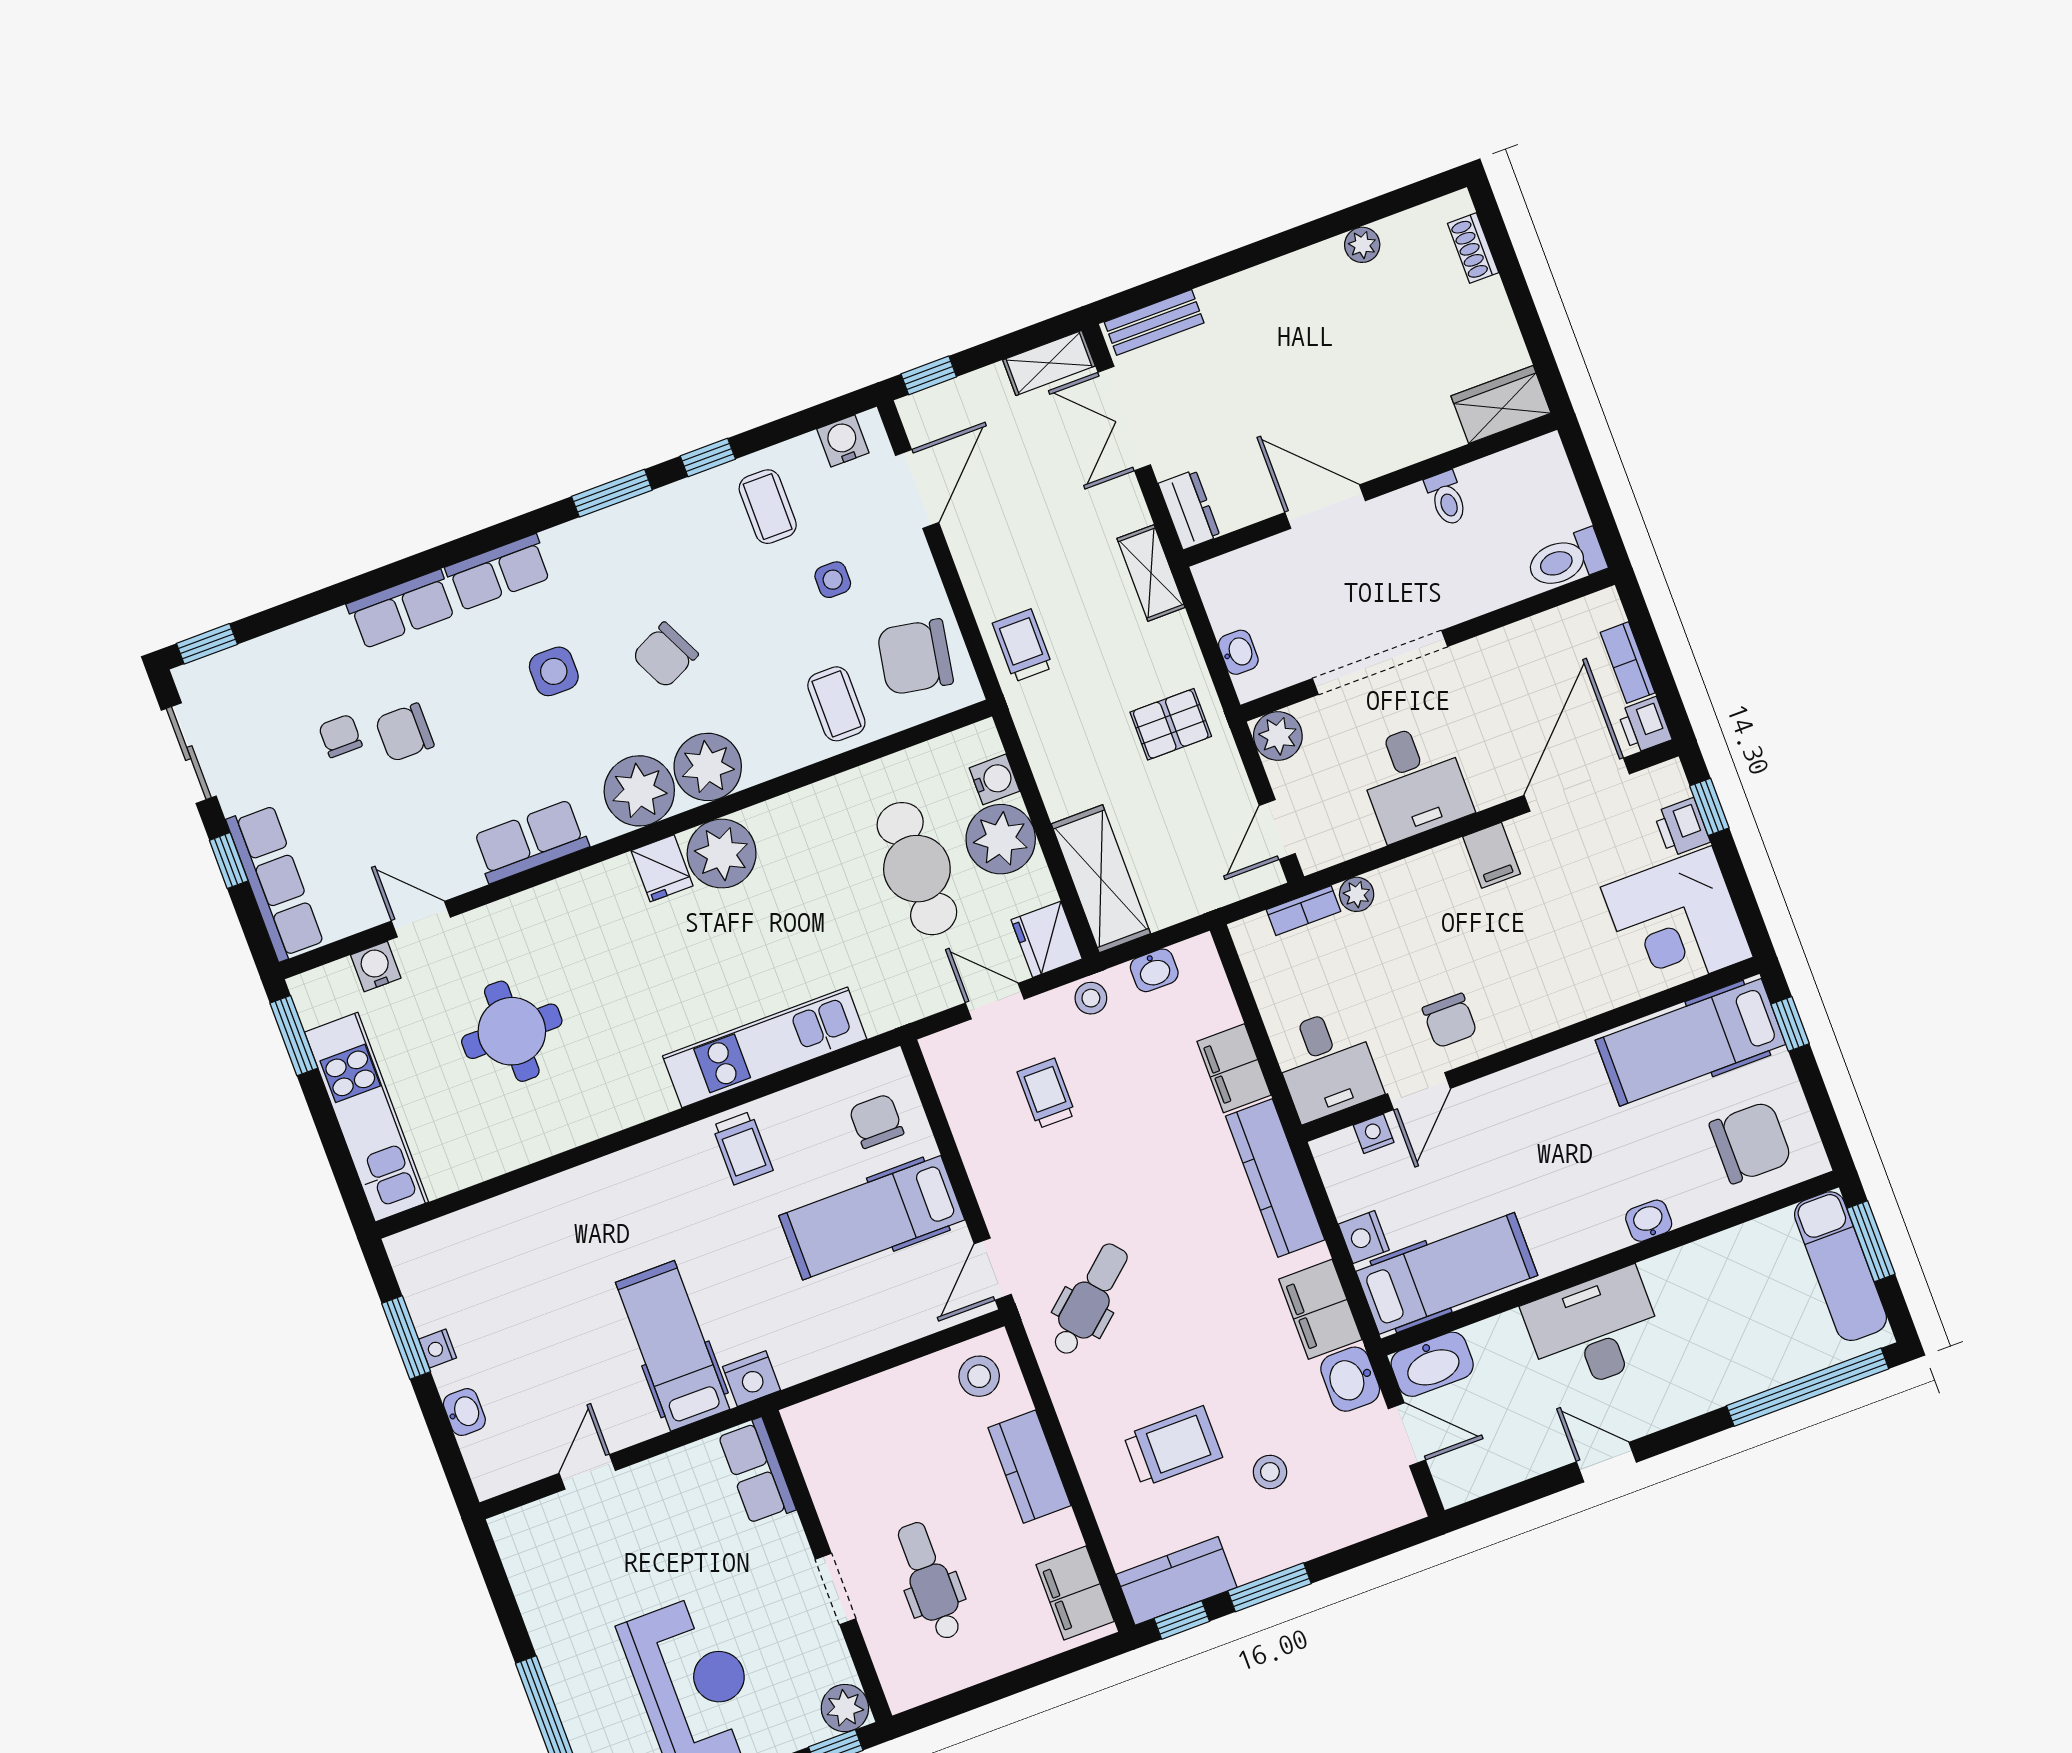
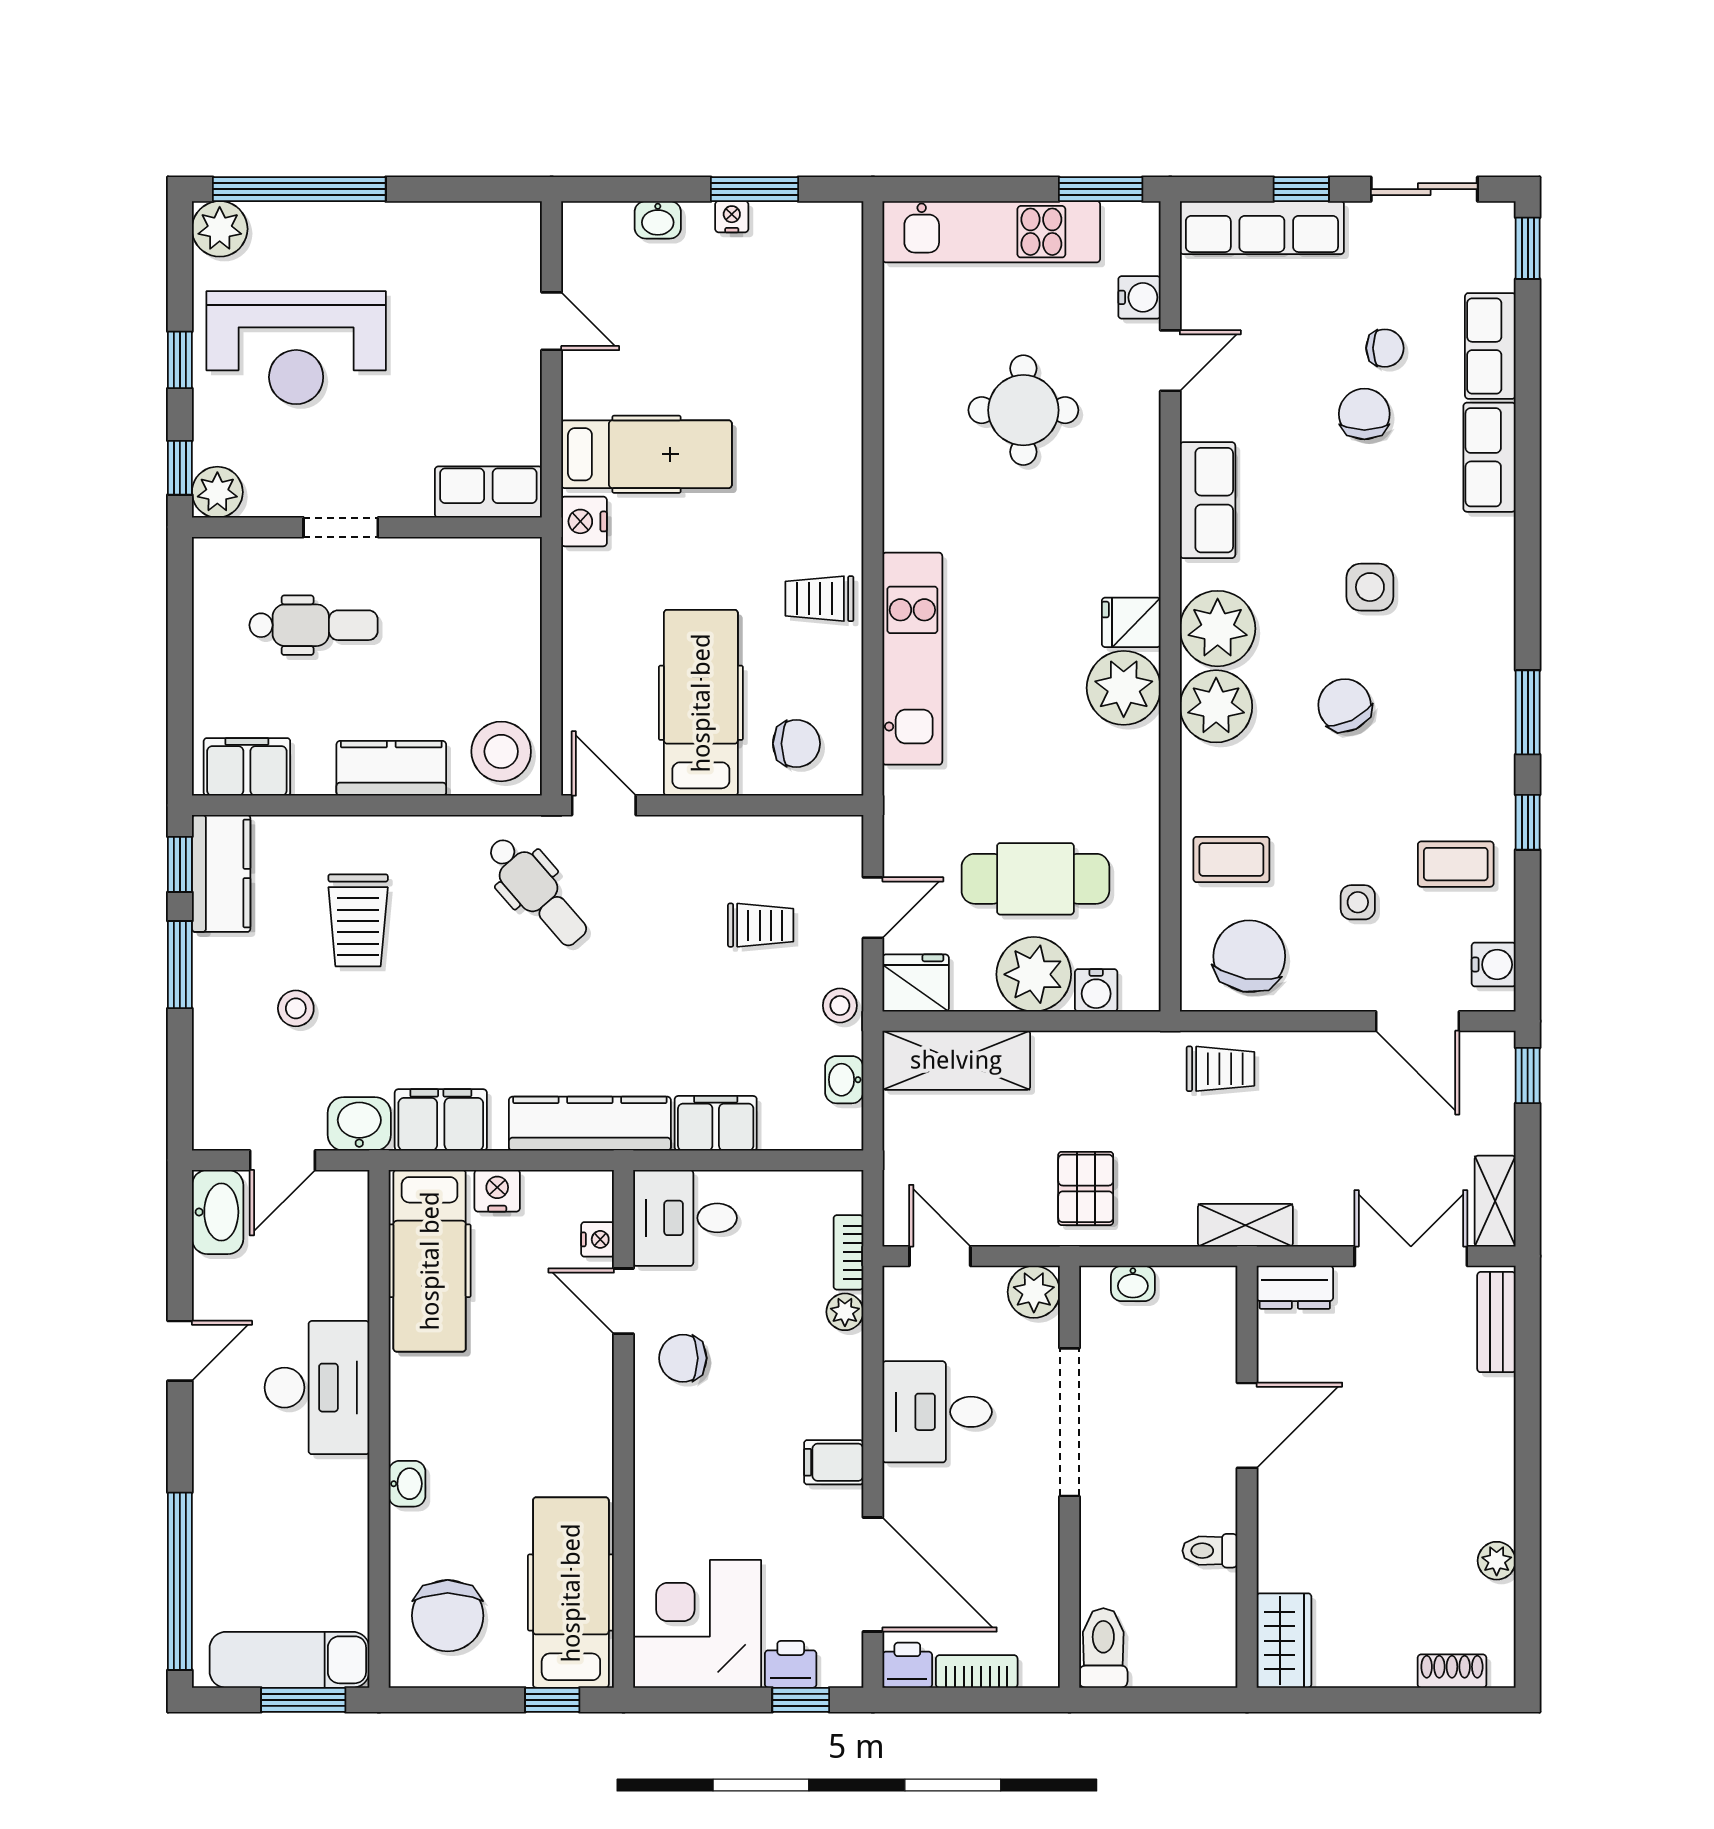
row of seats: (498, 572) -> (1490, 346), moved
washbasin: (1432, 1364) -> (218, 1212), moved, turned 180
stool: (979, 1376) -> (501, 751), width x1.38, depth x1.38

